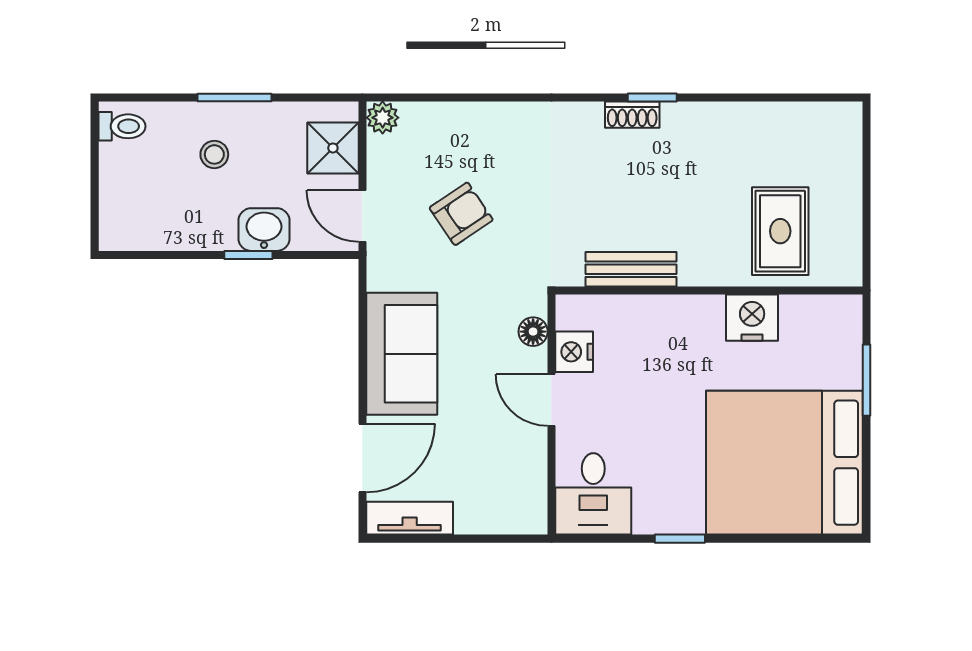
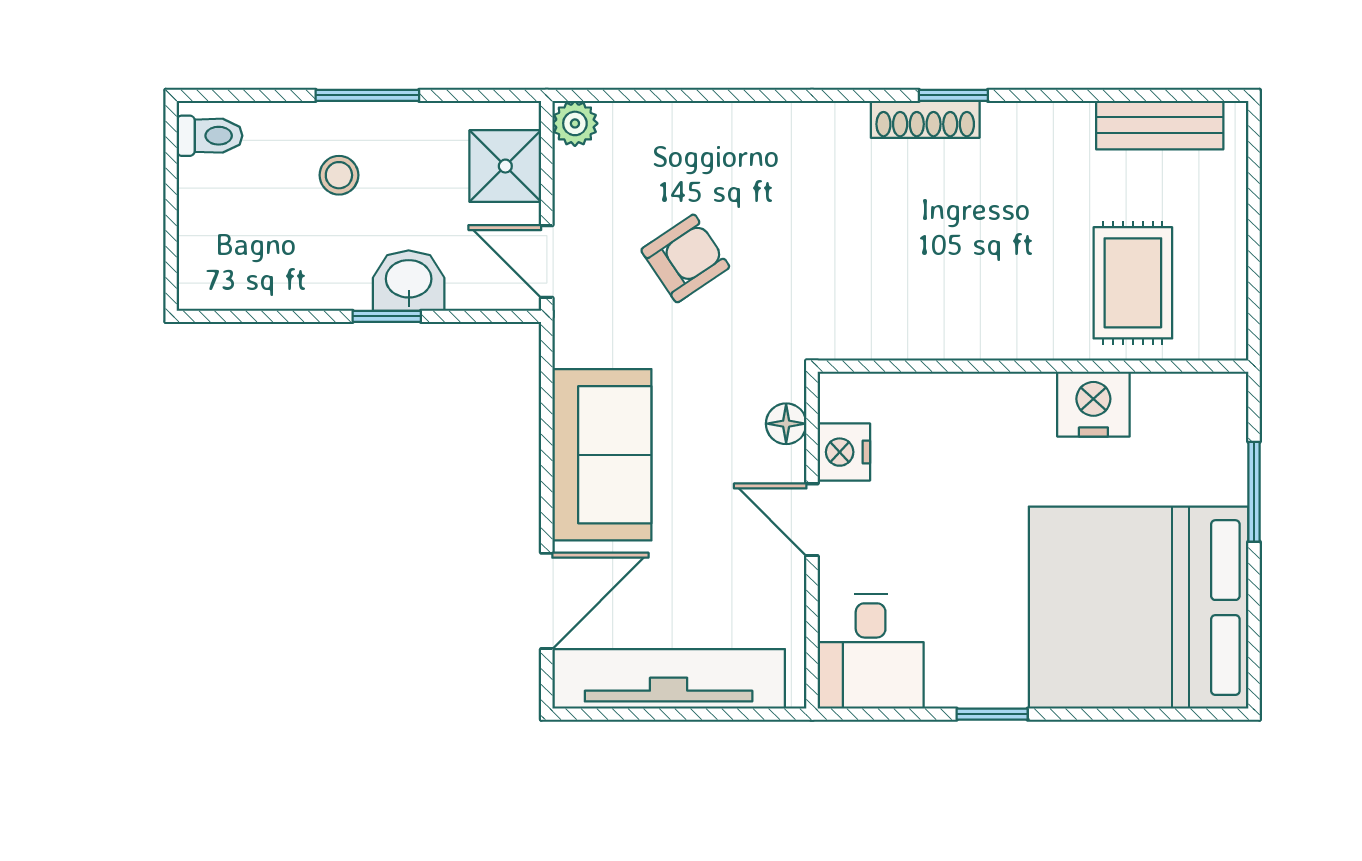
shoe rack: (632, 115) -> (925, 119), width x1.43
bench: (631, 269) -> (1160, 125), moved
tv unit: (410, 518) -> (669, 679), width x1.92, depth x1.29

